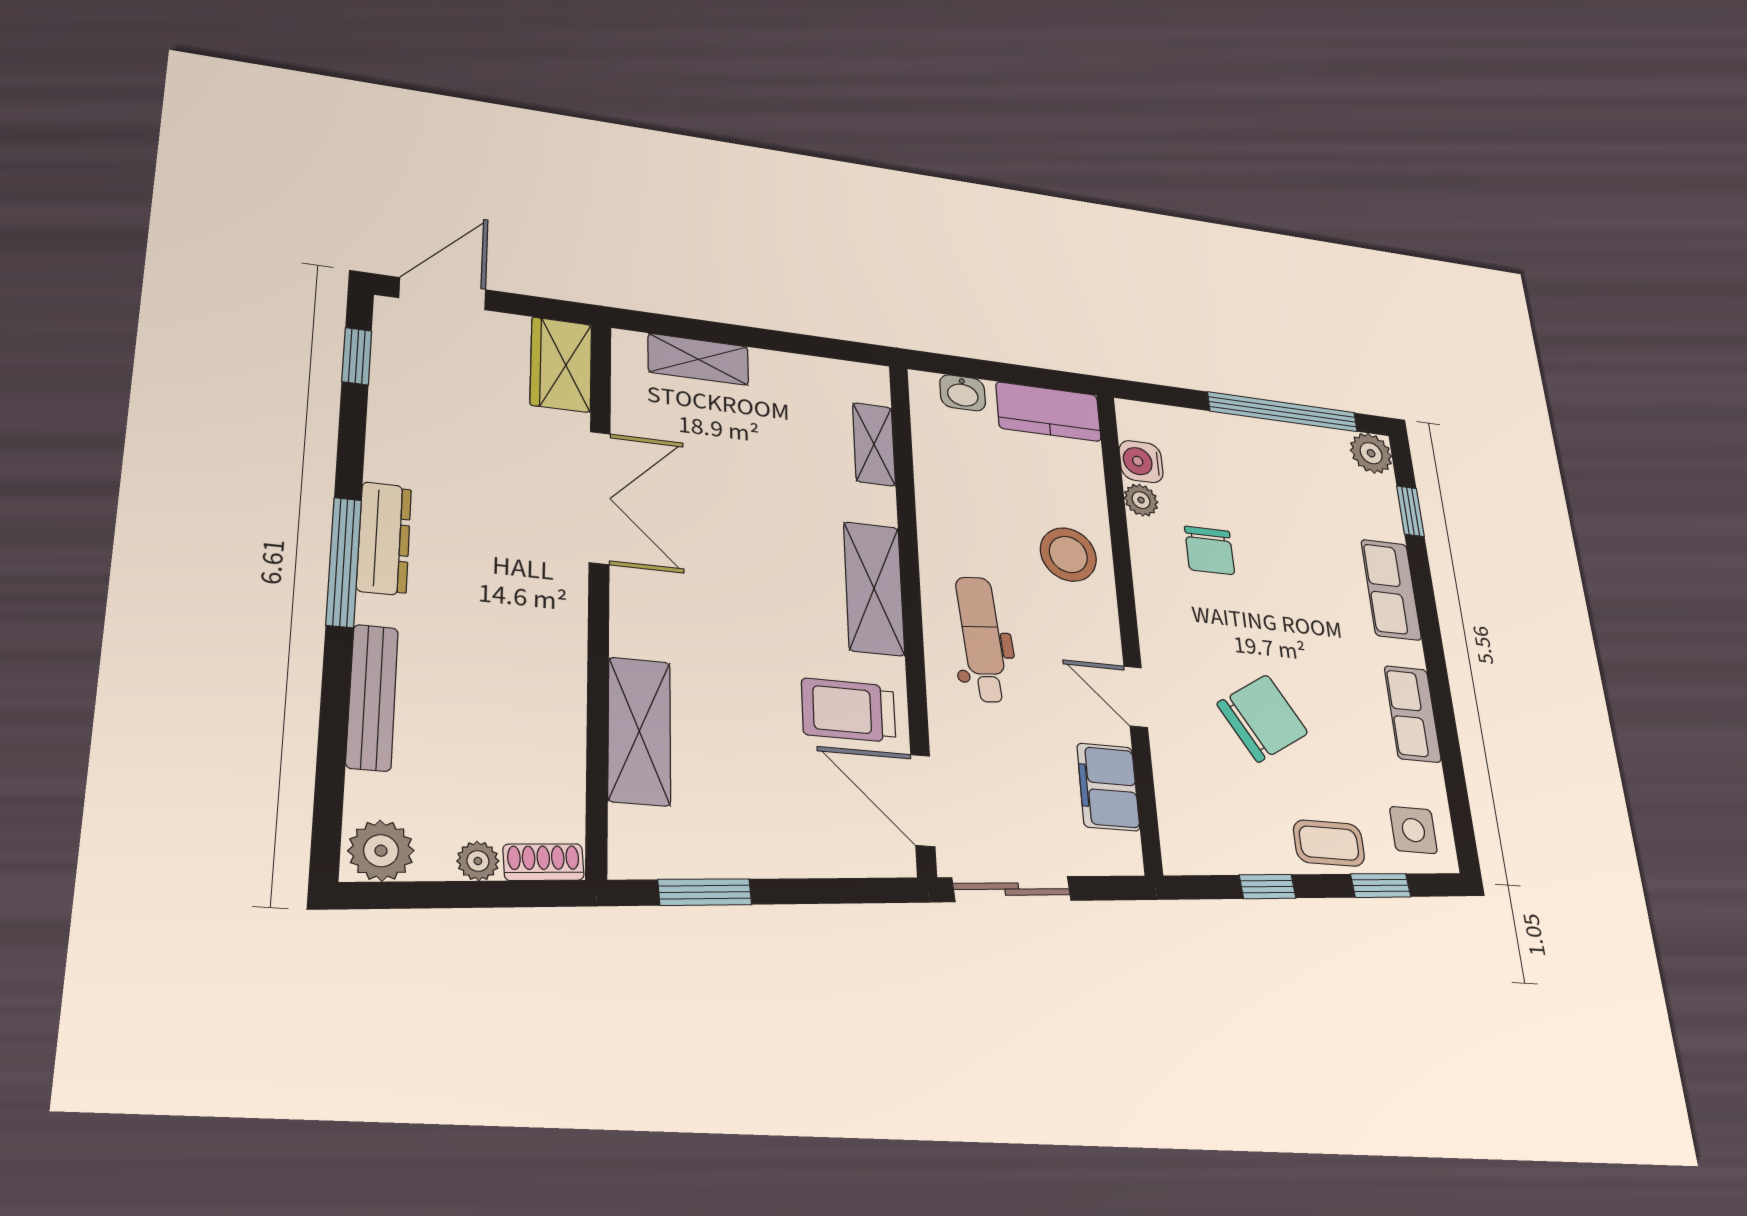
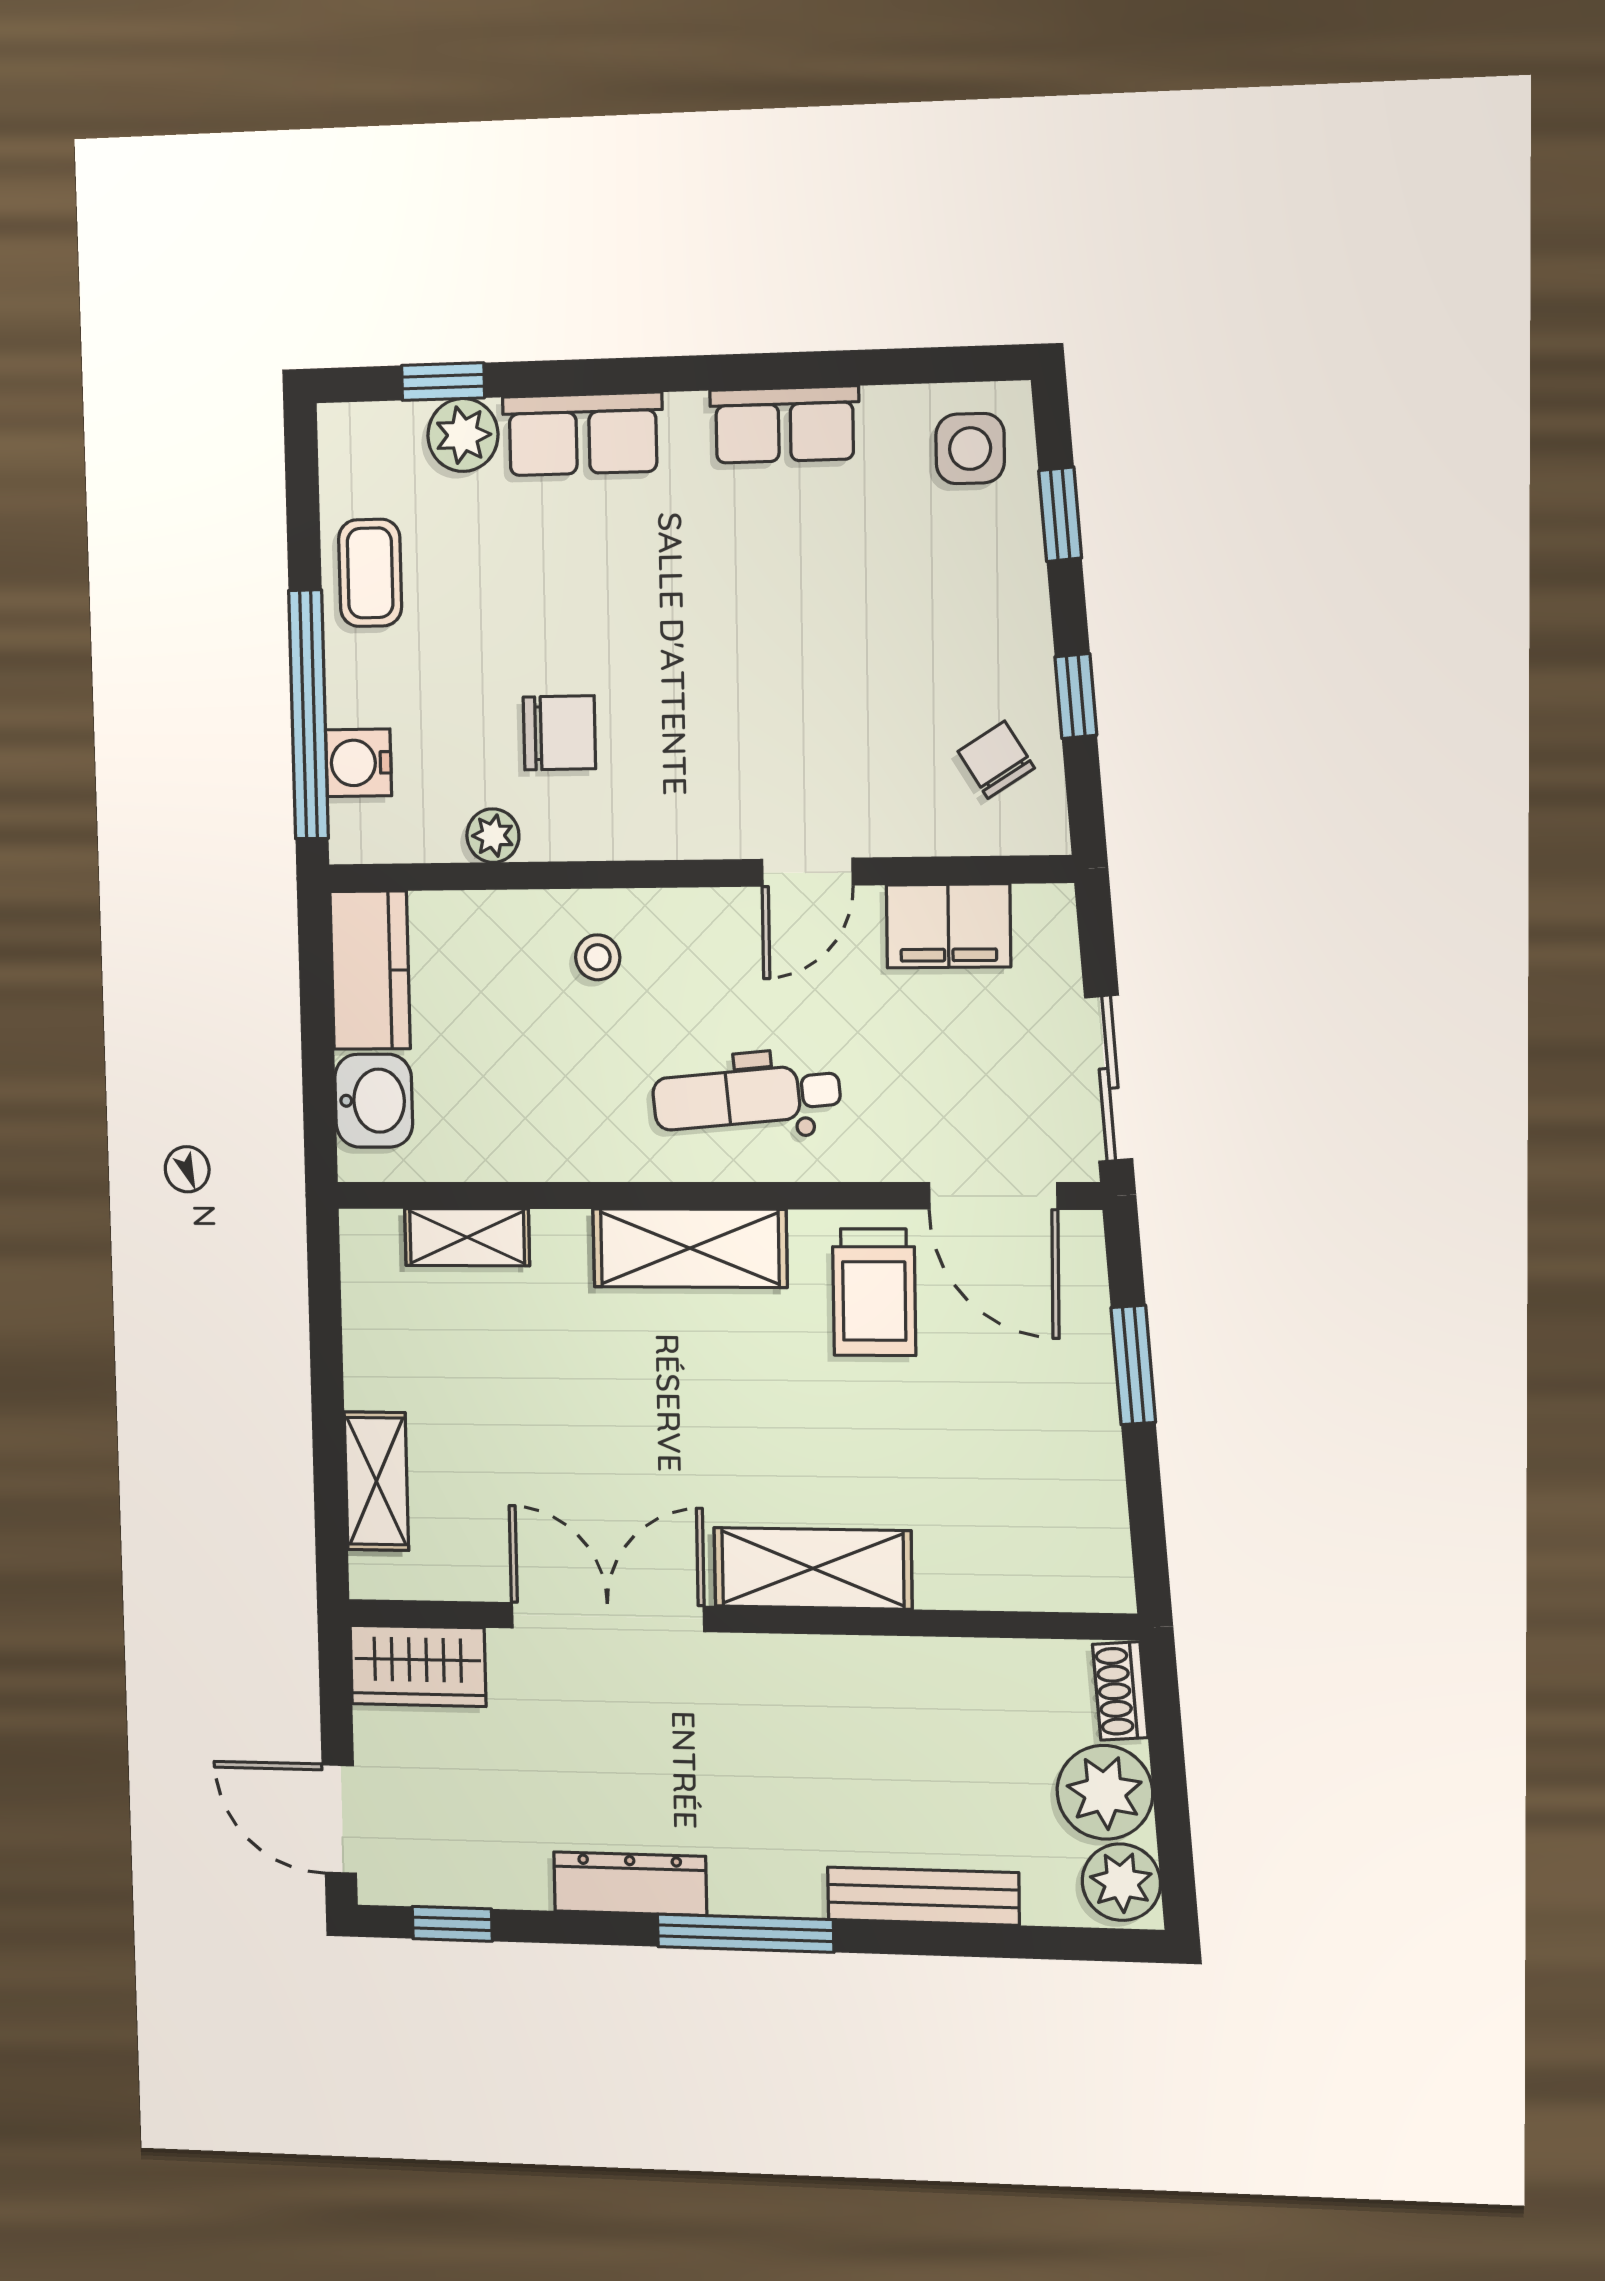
washbasin: (963, 393) -> (374, 1101), width x1.38, depth x1.45
window: (1283, 412) -> (309, 715), moved
plant: (1371, 453) -> (463, 435), moved
water cooler: (1141, 462) -> (359, 763), moved, turned 90
dresser: (384, 538) -> (630, 1884), moved
stool: (1068, 554) -> (598, 957), width x0.53, depth x0.53
chair: (1262, 718) -> (996, 760), moved, width x0.54, depth x0.54
shelving: (639, 731) -> (813, 1568), moved
door: (923, 800) -> (993, 1196), hinge flipped
coffee table: (1329, 843) -> (370, 573), moved
plant: (478, 861) -> (1105, 1792), width x1.87, depth x1.87
window: (705, 892) -> (1133, 1365), moved

